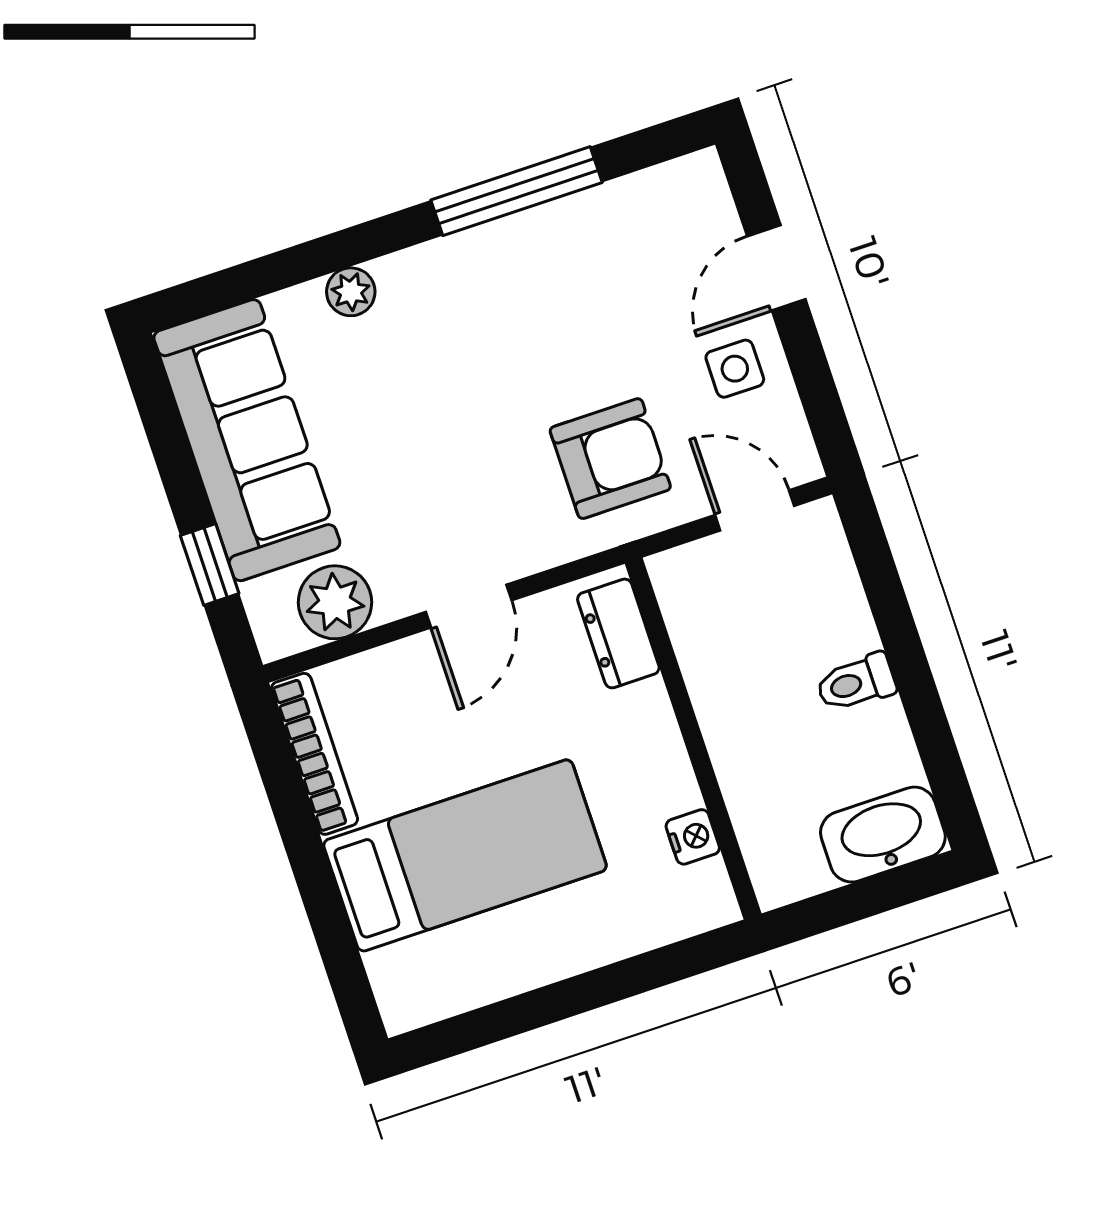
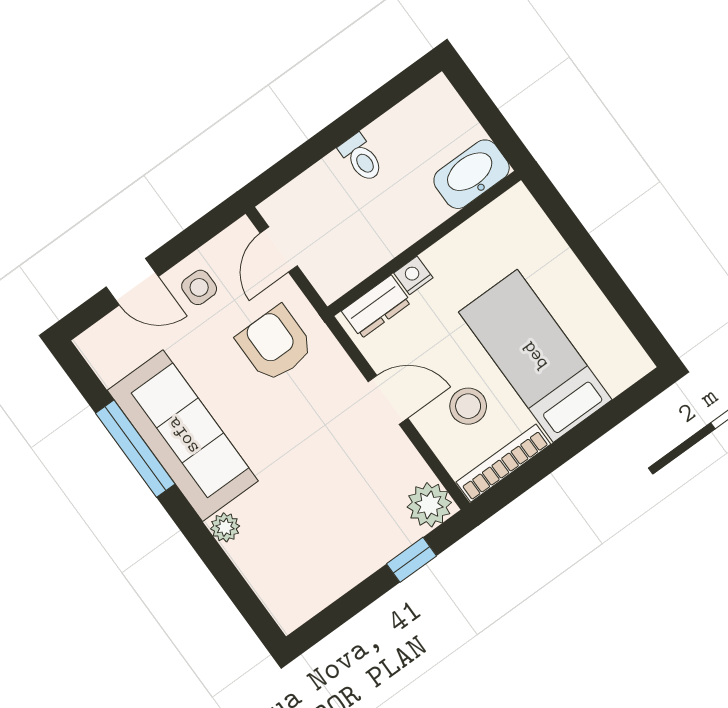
sofa: (247, 440) -> (183, 436), moved, turned 90
plant: (335, 602) -> (429, 505), moved
stool: (420, 727) -> (468, 406), added
washbasin: (883, 835) -> (472, 174), moved, turned 90
nightstand: (693, 837) -> (413, 275), moved

